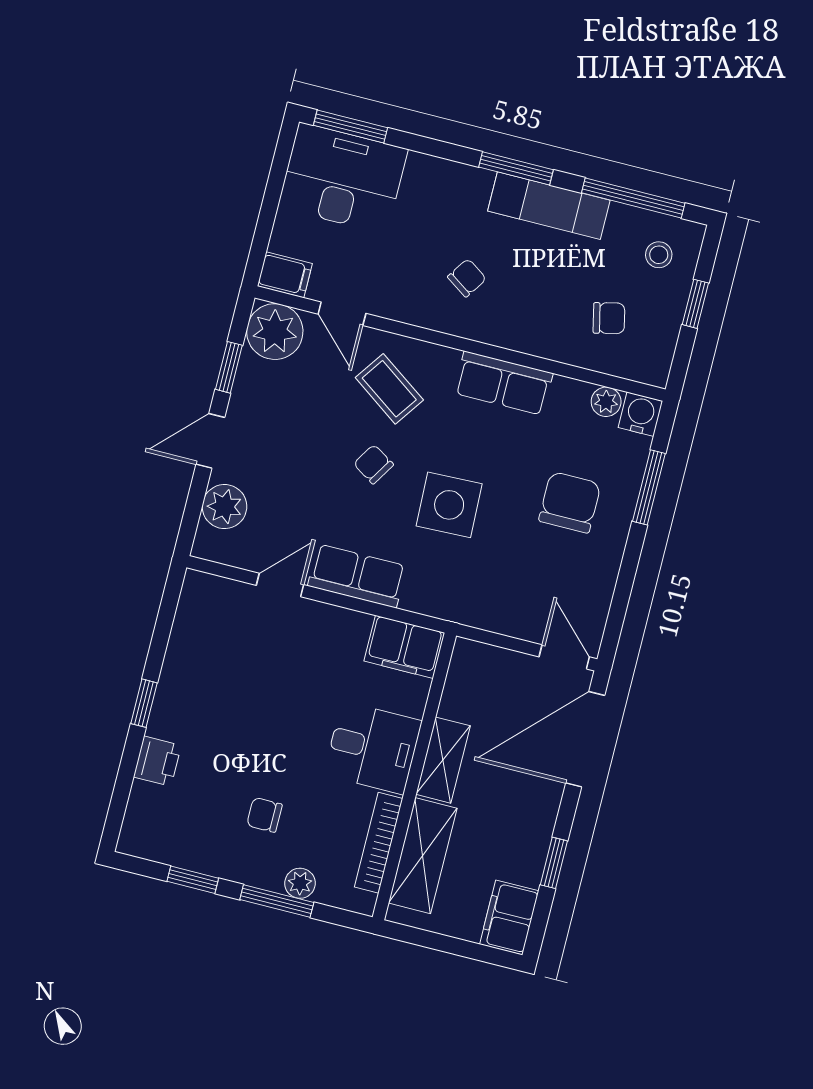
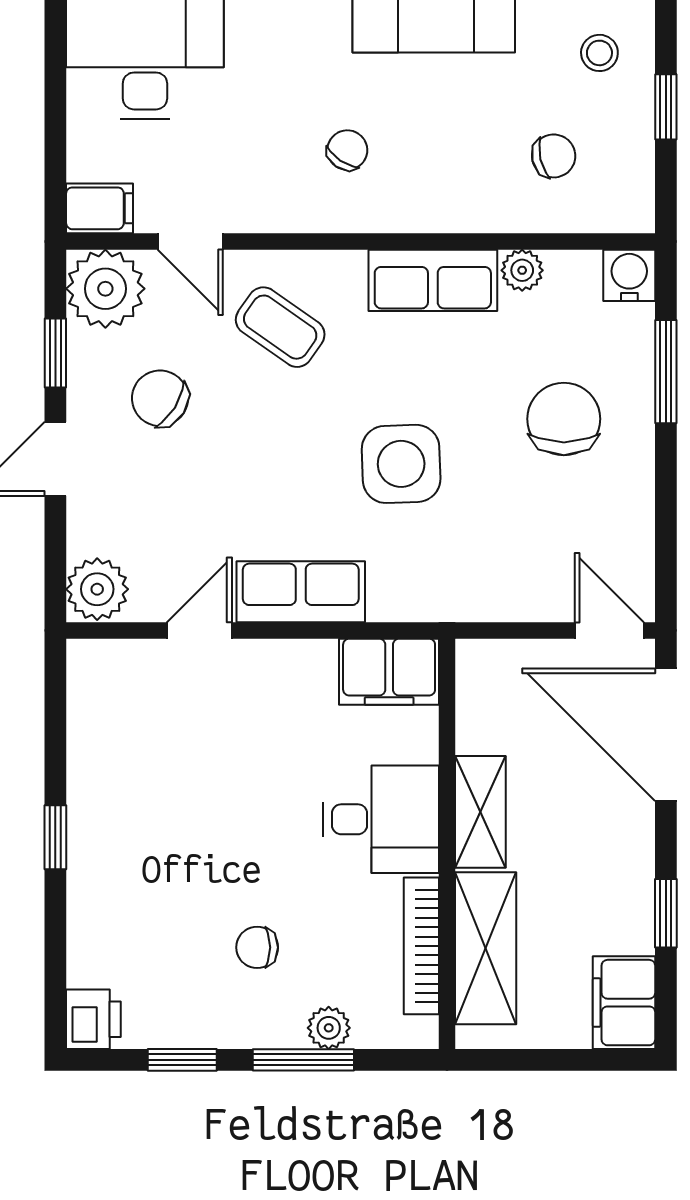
plant: (606, 402) -> (522, 270), moved
chair: (373, 464) -> (160, 398), moved, width x1.37, depth x1.37
plant: (224, 507) -> (97, 589), moved
door: (585, 739) -> (666, 735), hinge flipped
printer: (157, 761) -> (93, 1019), moved

